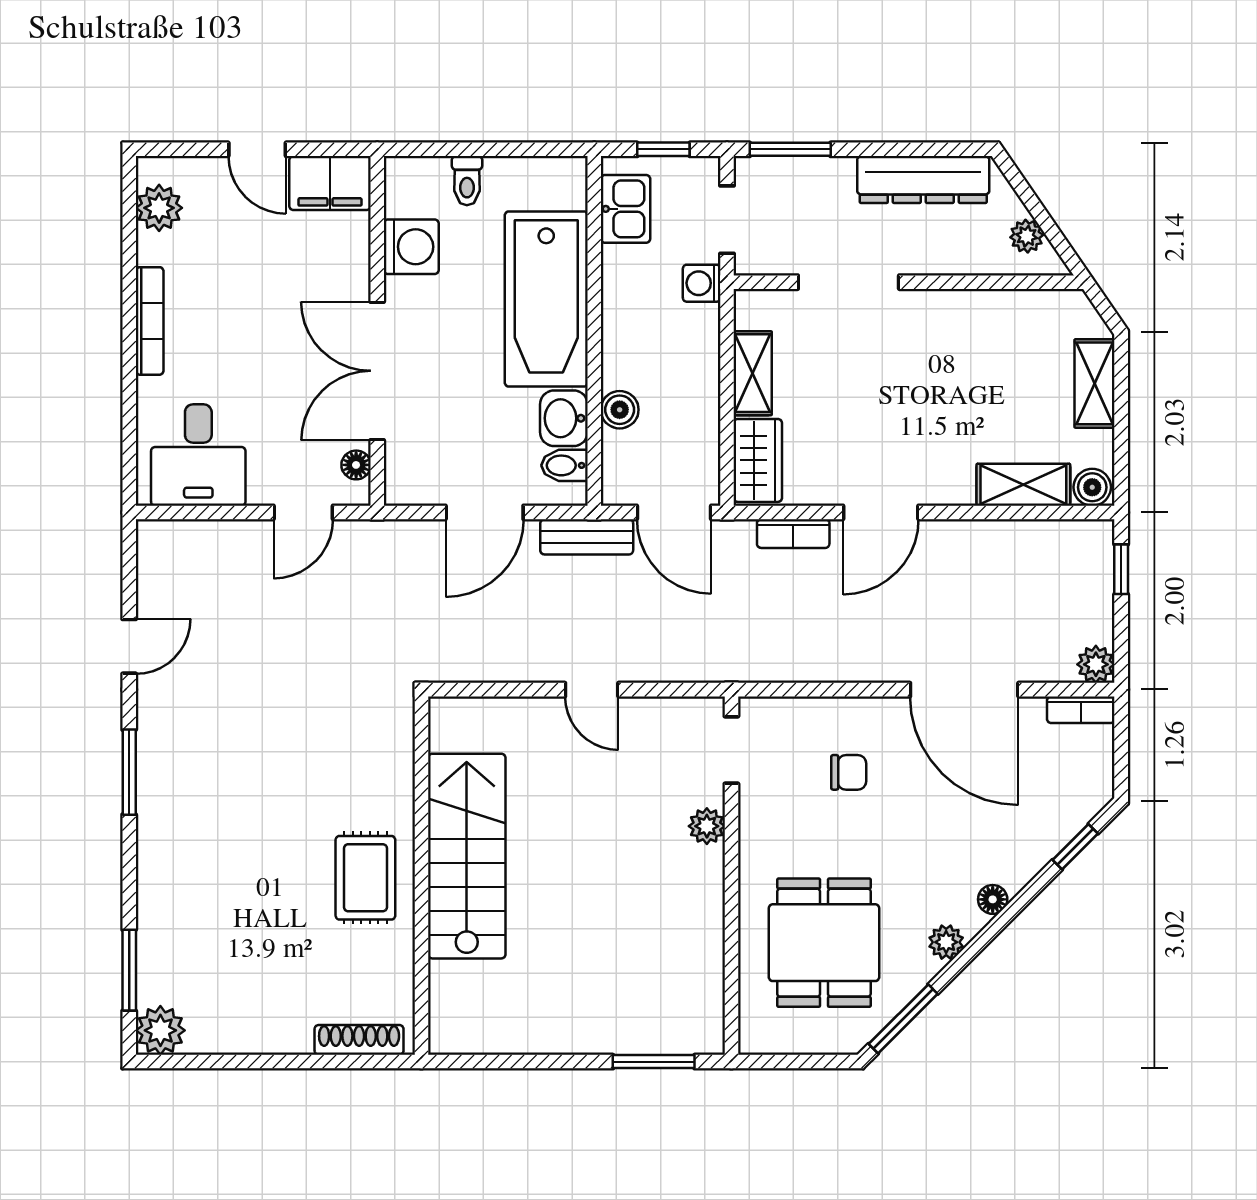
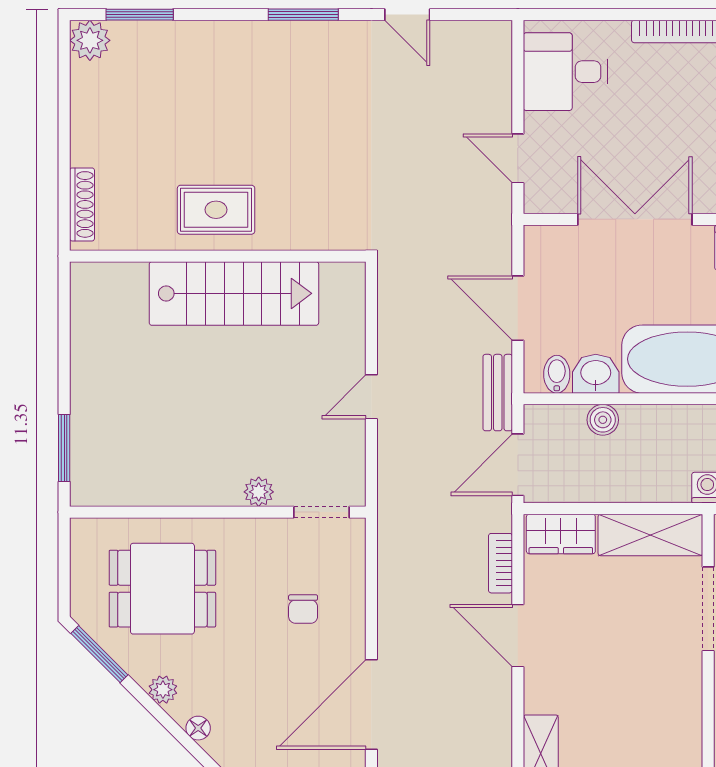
shelving: (753, 373) -> (650, 535), width x1.50, depth x1.33
floor lamp: (356, 465) -> (557, 202), removed

